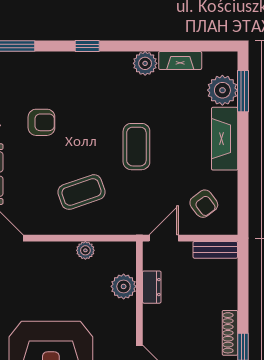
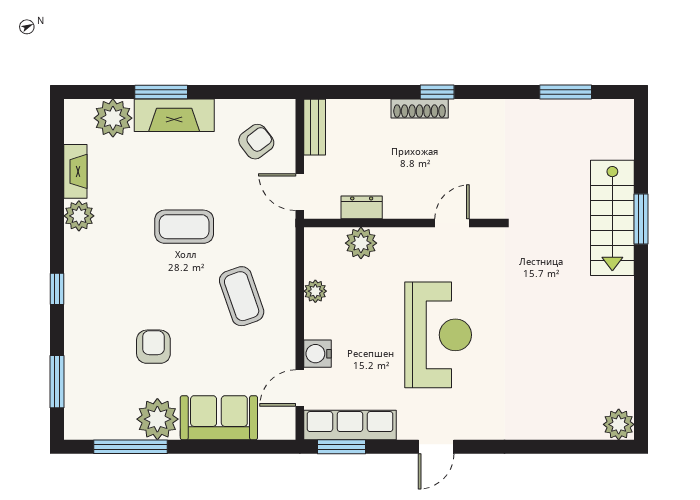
window: (243, 91) -> (161, 92), moved
water cooler: (36, 252) -> (318, 354), added

